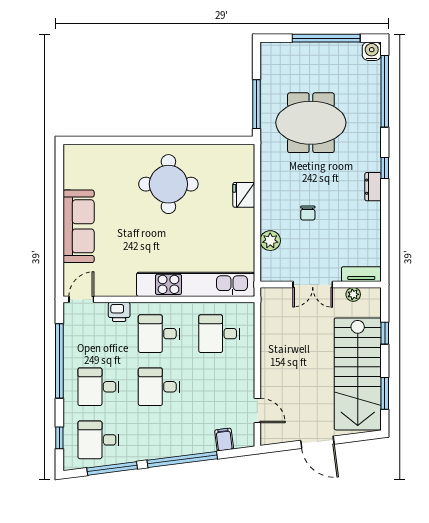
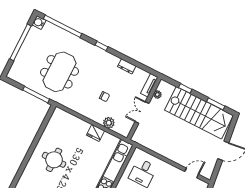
round table: (168, 184) -> (54, 160), width x0.73, depth x0.73
dresser: (373, 187) -> (127, 66), moved
fridge: (244, 195) -> (95, 133), moved
double door: (313, 284) -> (142, 112), swing flipped

